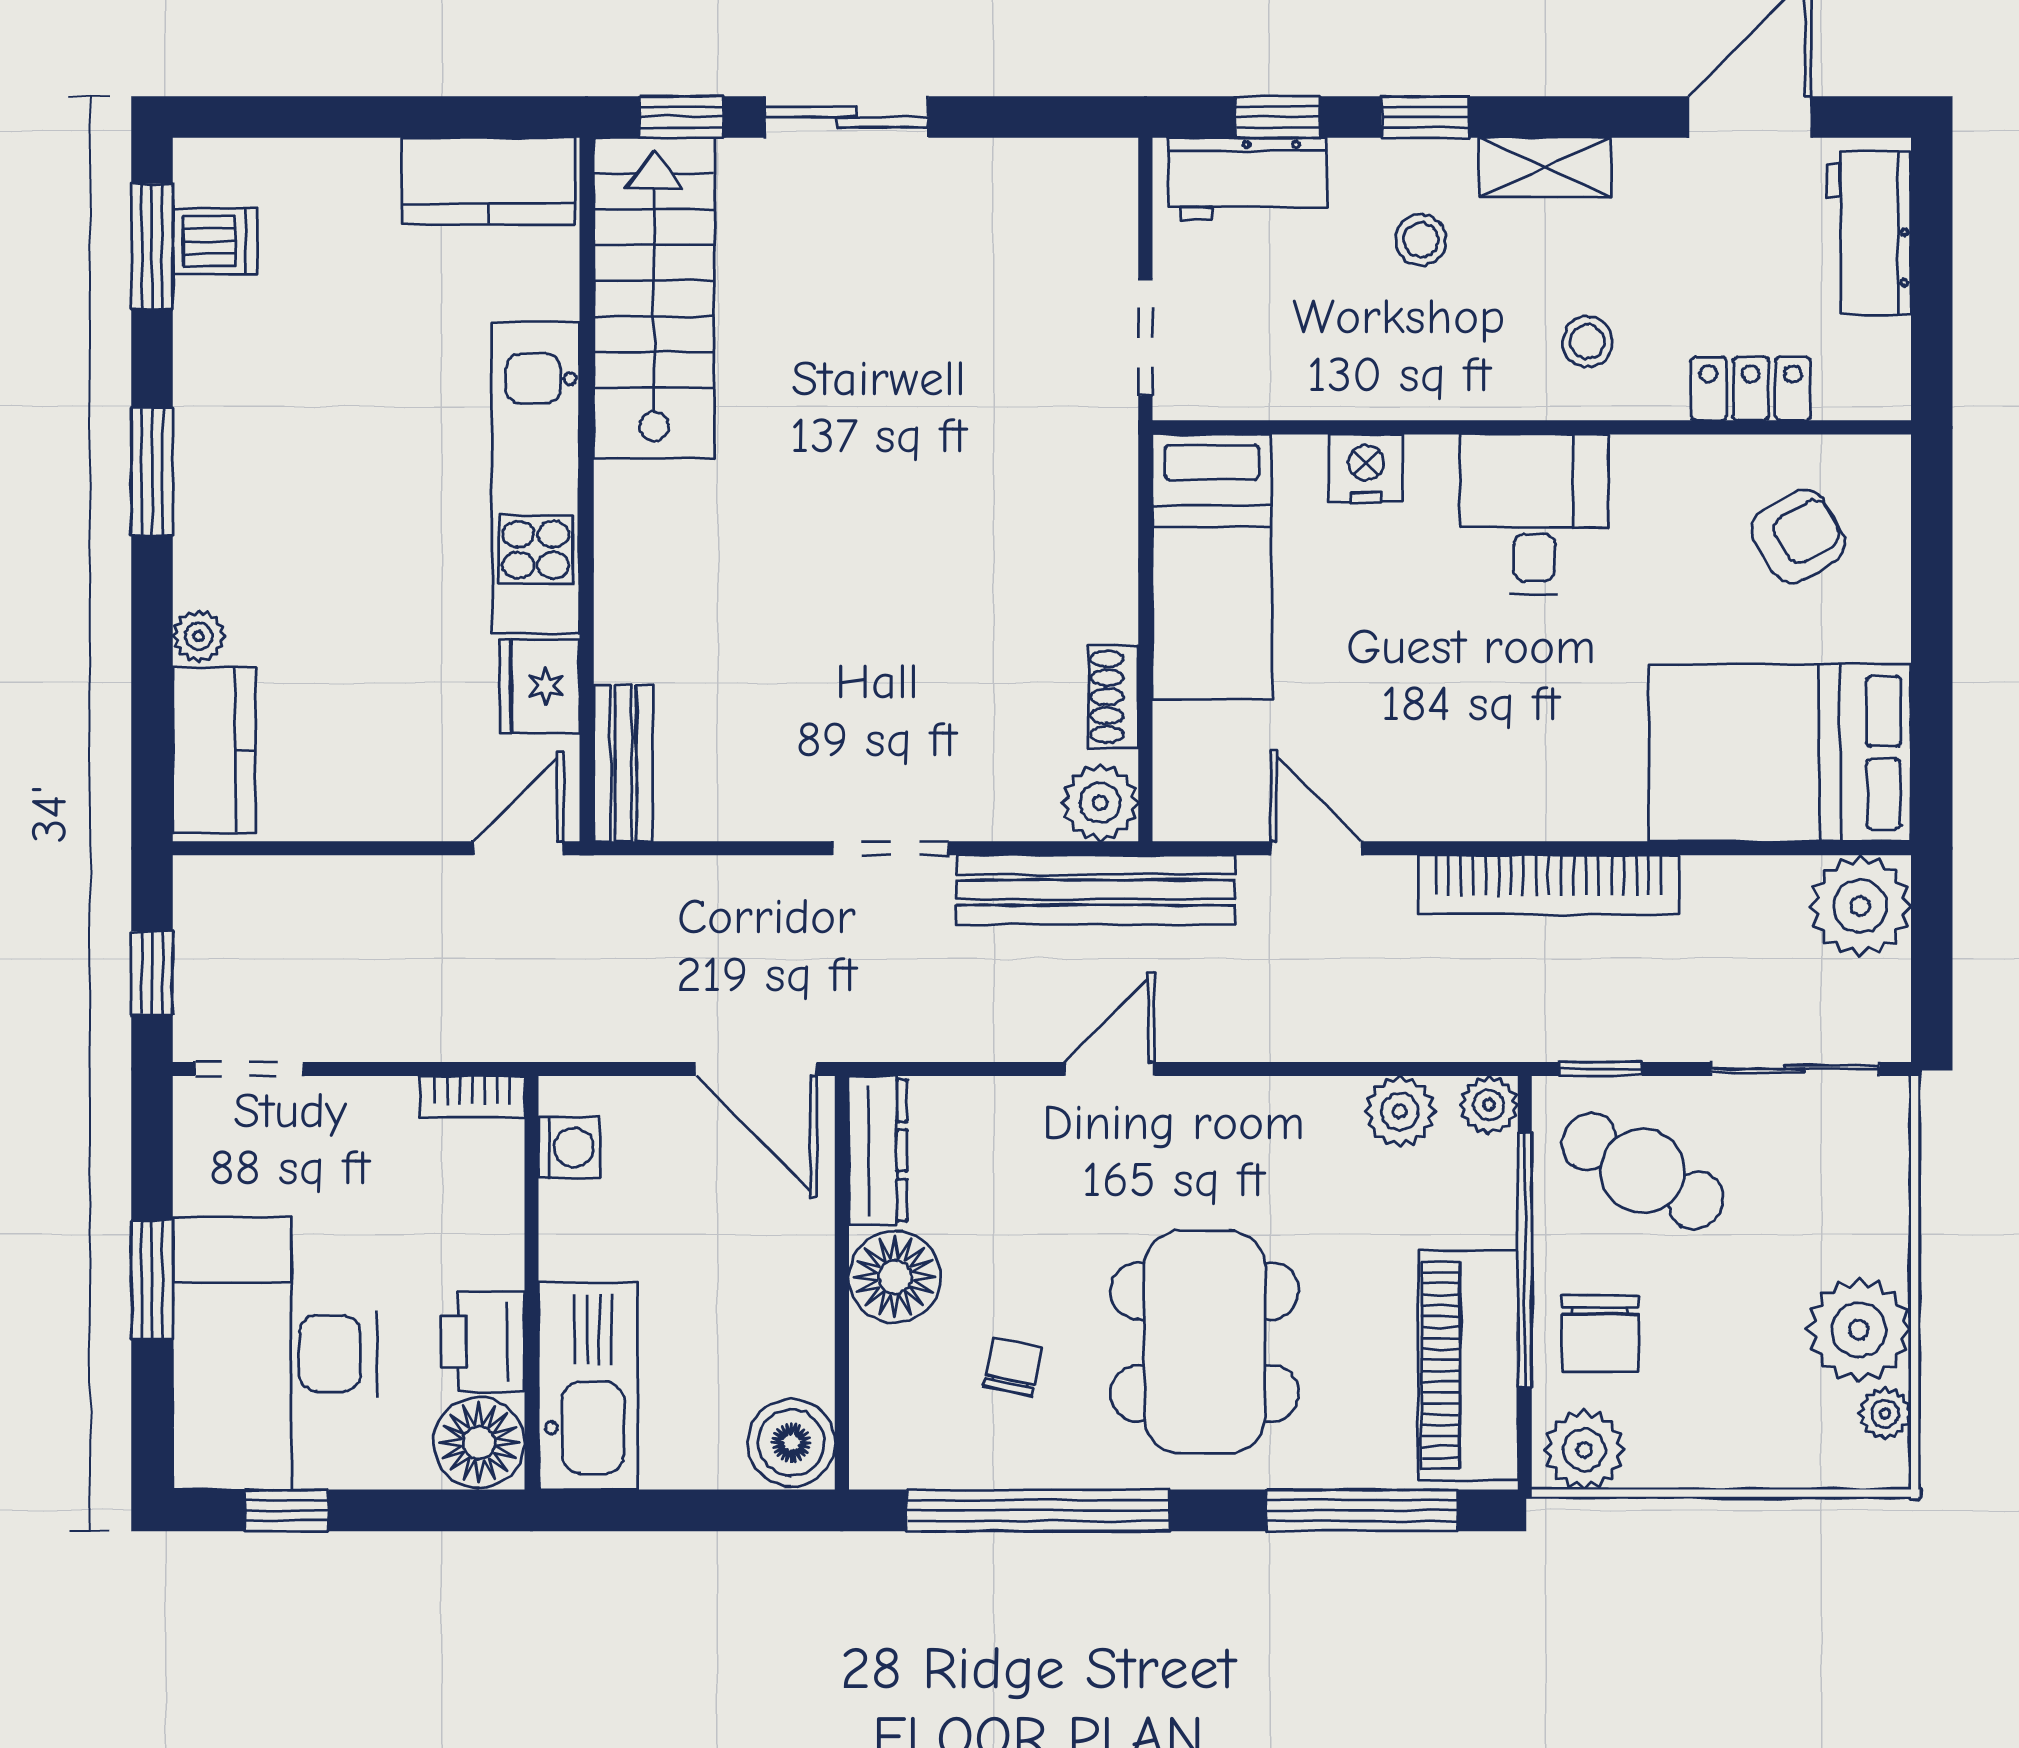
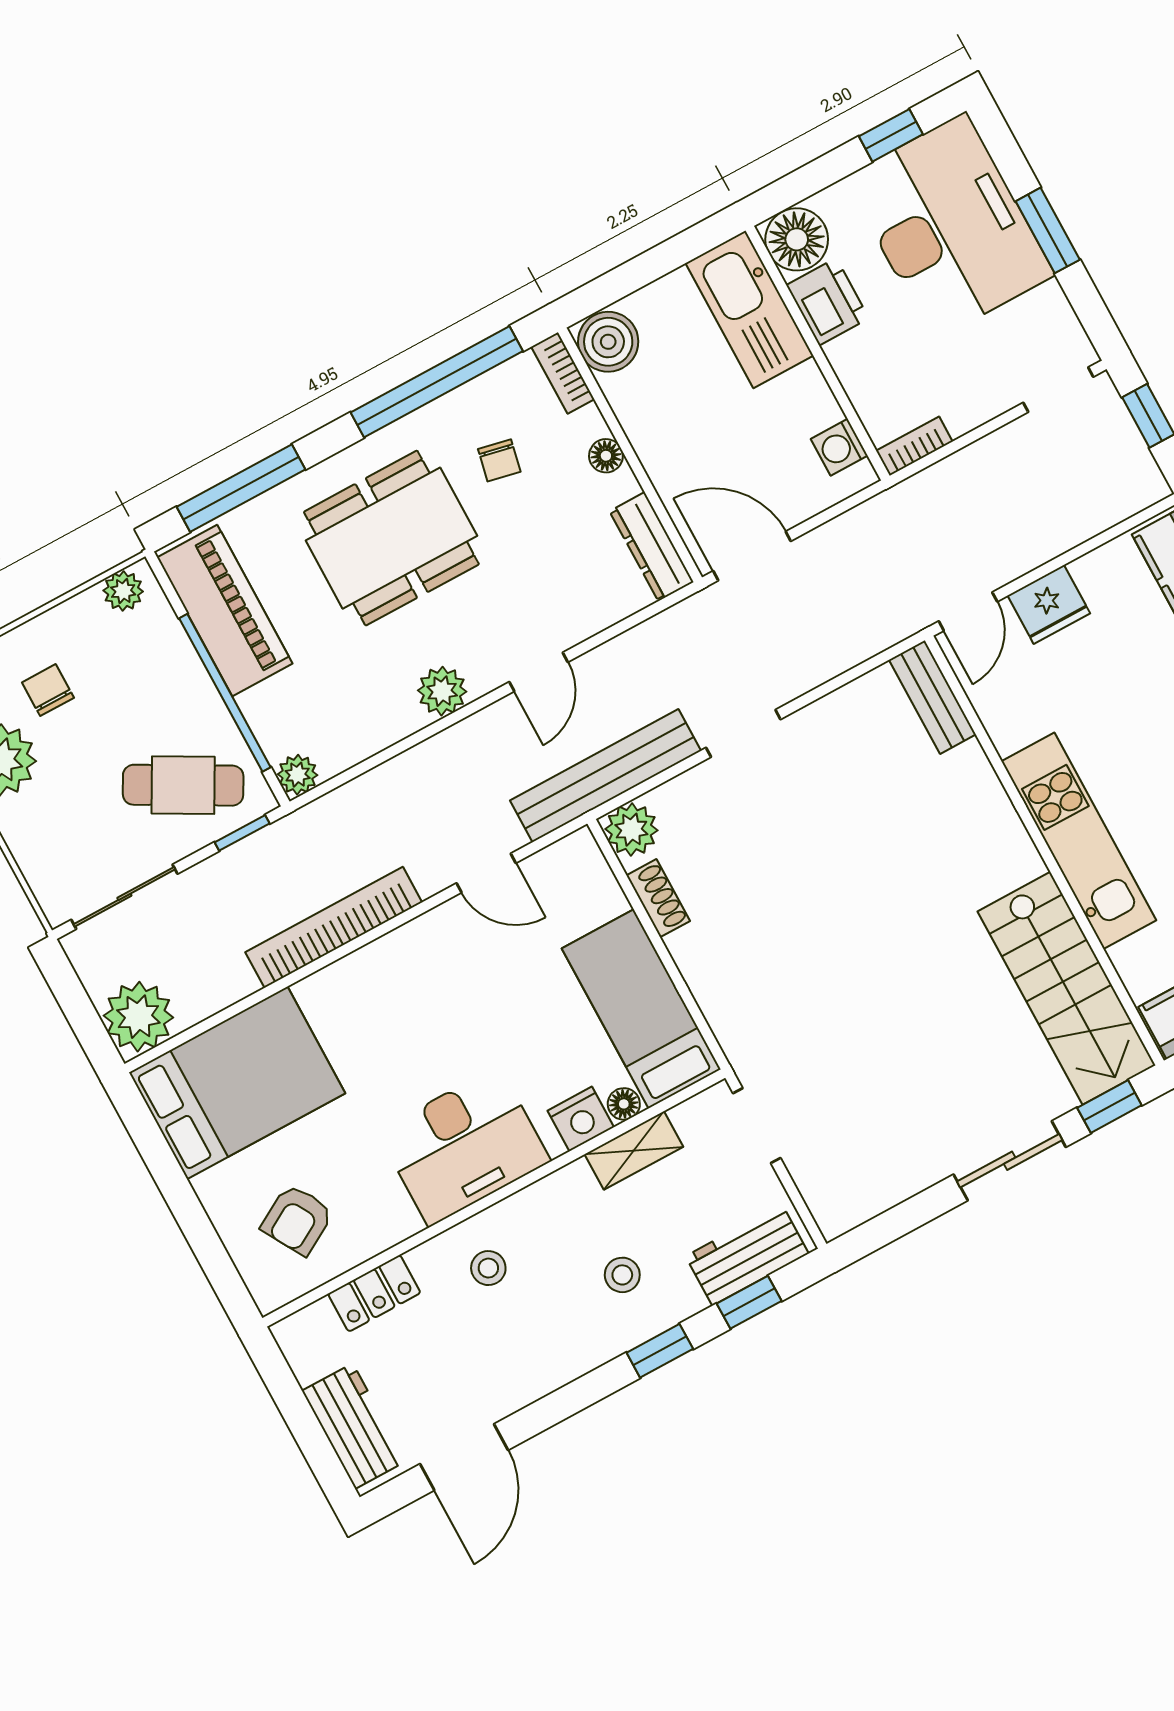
shelving: (1545, 167) -> (634, 1151), moved
floor lamp: (1300, 457) -> (624, 1104), added
desk: (1534, 514) -> (464, 1146), width x1.37
fridge: (539, 686) -> (1049, 604), moved, turned 90
plant: (1400, 1111) -> (442, 691), moved
floor lamp: (895, 1277) -> (606, 456), width x0.53, depth x0.53
chair: (1600, 1334) -> (48, 690), moved, width x0.73, depth x0.73
dining table: (1205, 1342) -> (391, 538), turned 90
bookcase: (871, 1434) -> (563, 373), added
plant: (1584, 1450) -> (123, 591), width x0.73, depth x0.73

